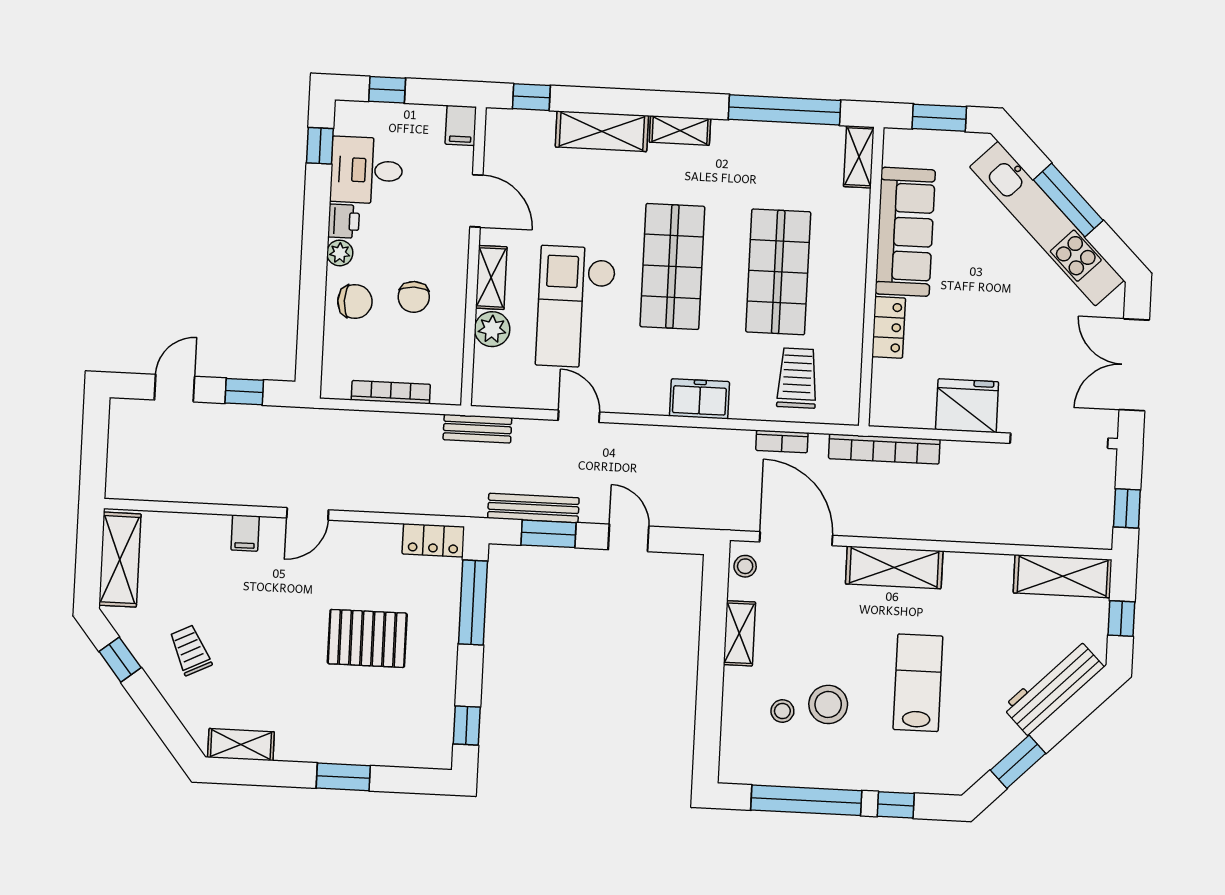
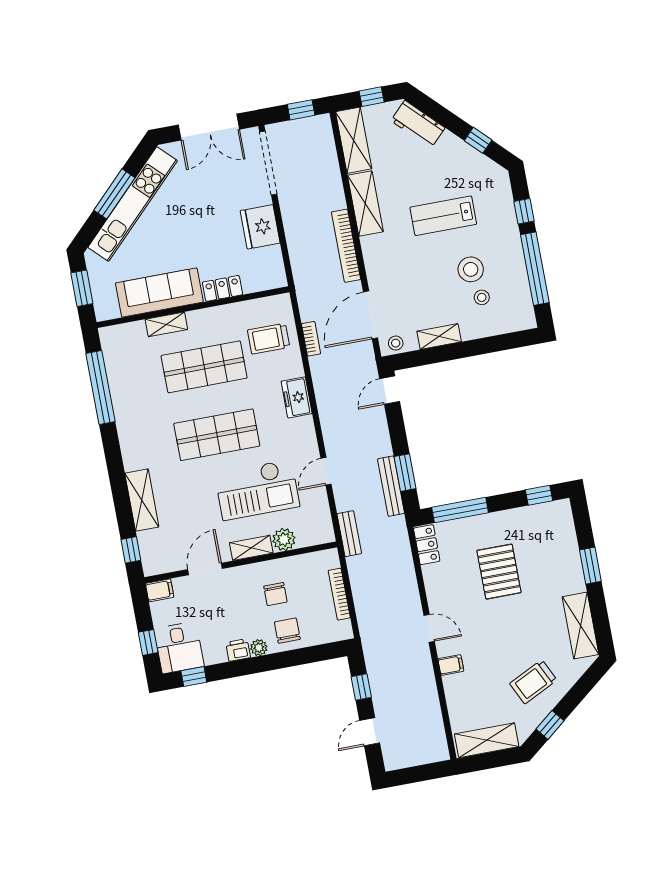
shelving: (680, 130) -> (129, 451), removed
shelving: (859, 157) -> (166, 324), moved
desk: (367, 170) -> (179, 648), moved
chair: (414, 297) -> (275, 594), turned 90
door: (175, 388) -> (370, 732), hinge flipped
bookcase: (884, 449) -> (346, 246), moved, turned 180
door: (629, 538) -> (390, 390), moved
shelving: (894, 567) -> (365, 204), moved
trolley: (190, 650) -> (533, 682), width x1.36, depth x1.39
workbench: (1053, 687) -> (418, 124), width x0.73
shelving: (241, 745) -> (580, 626), width x1.50, depth x1.33
window: (1018, 762) -> (478, 140), width x0.67

